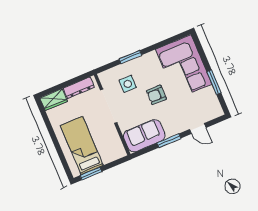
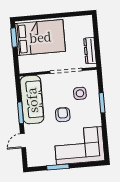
wardrobe: (54, 100) -> (87, 26), removed
sofa: (144, 136) -> (32, 100), width x1.36
bed: (82, 145) -> (40, 37), width x1.50

